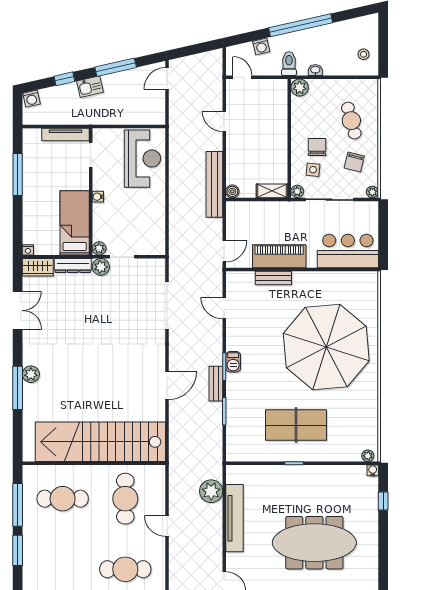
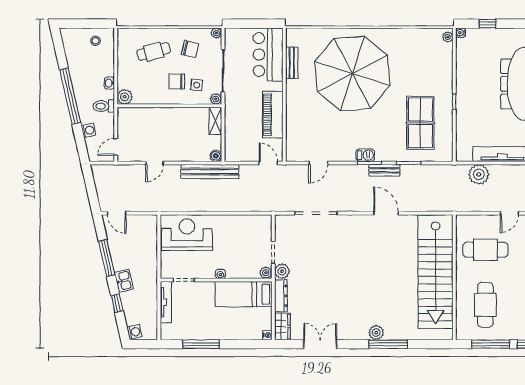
bench: (273, 278) -> (292, 63), moved
table tennis table: (296, 425) -> (420, 123), moved

